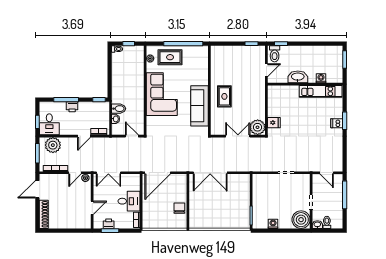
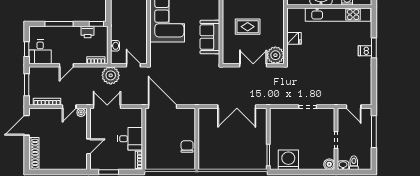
kitchen unit: (321, 91) -> (338, 15), width x1.36
rug: (224, 96) -> (248, 27), moved, turned 90
sofa: (199, 106) -> (210, 37), width x0.73
printer: (72, 107) -> (88, 32), moved
bidet: (119, 109) -> (118, 34), removed
fridge: (274, 123) -> (294, 38), moved
door: (84, 136) -> (66, 65), moved
plant: (53, 145) -> (111, 75), moved
double door: (108, 173) -> (107, 107), swing flipped
door: (158, 173) -> (163, 107), swing flipped
double door: (210, 173) -> (237, 107), moved
boiler: (301, 220) -> (329, 164), width x0.54, depth x0.54
printer: (109, 224) -> (107, 164), removed
washing machine: (273, 224) -> (288, 160), width x1.89, depth x1.89

